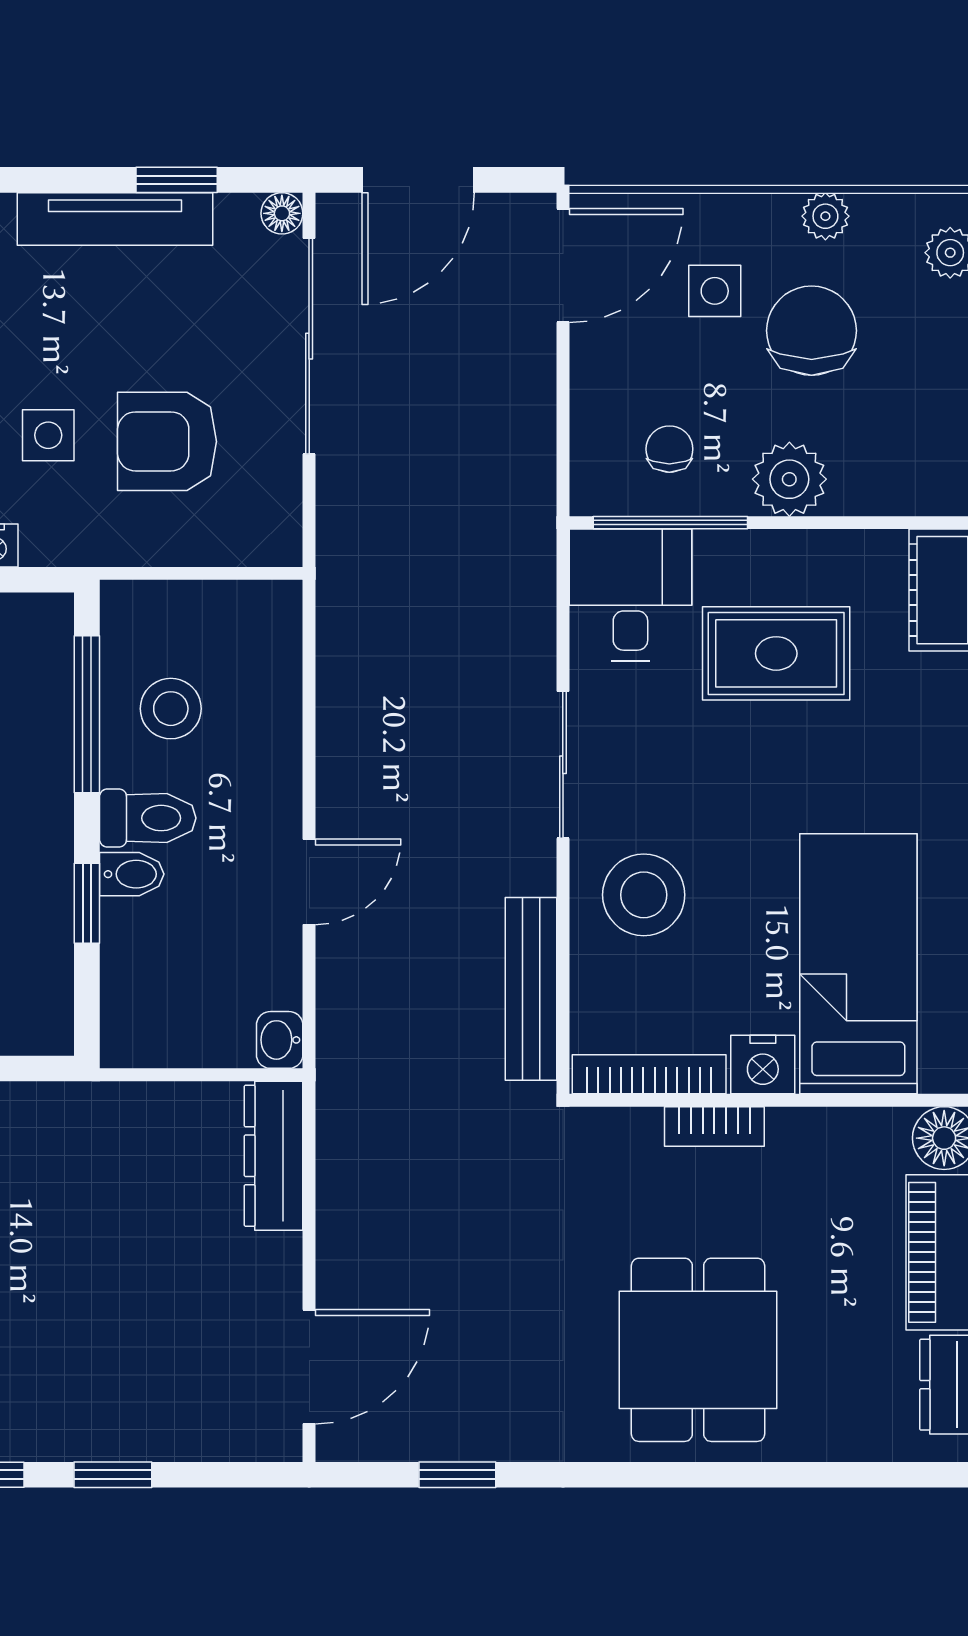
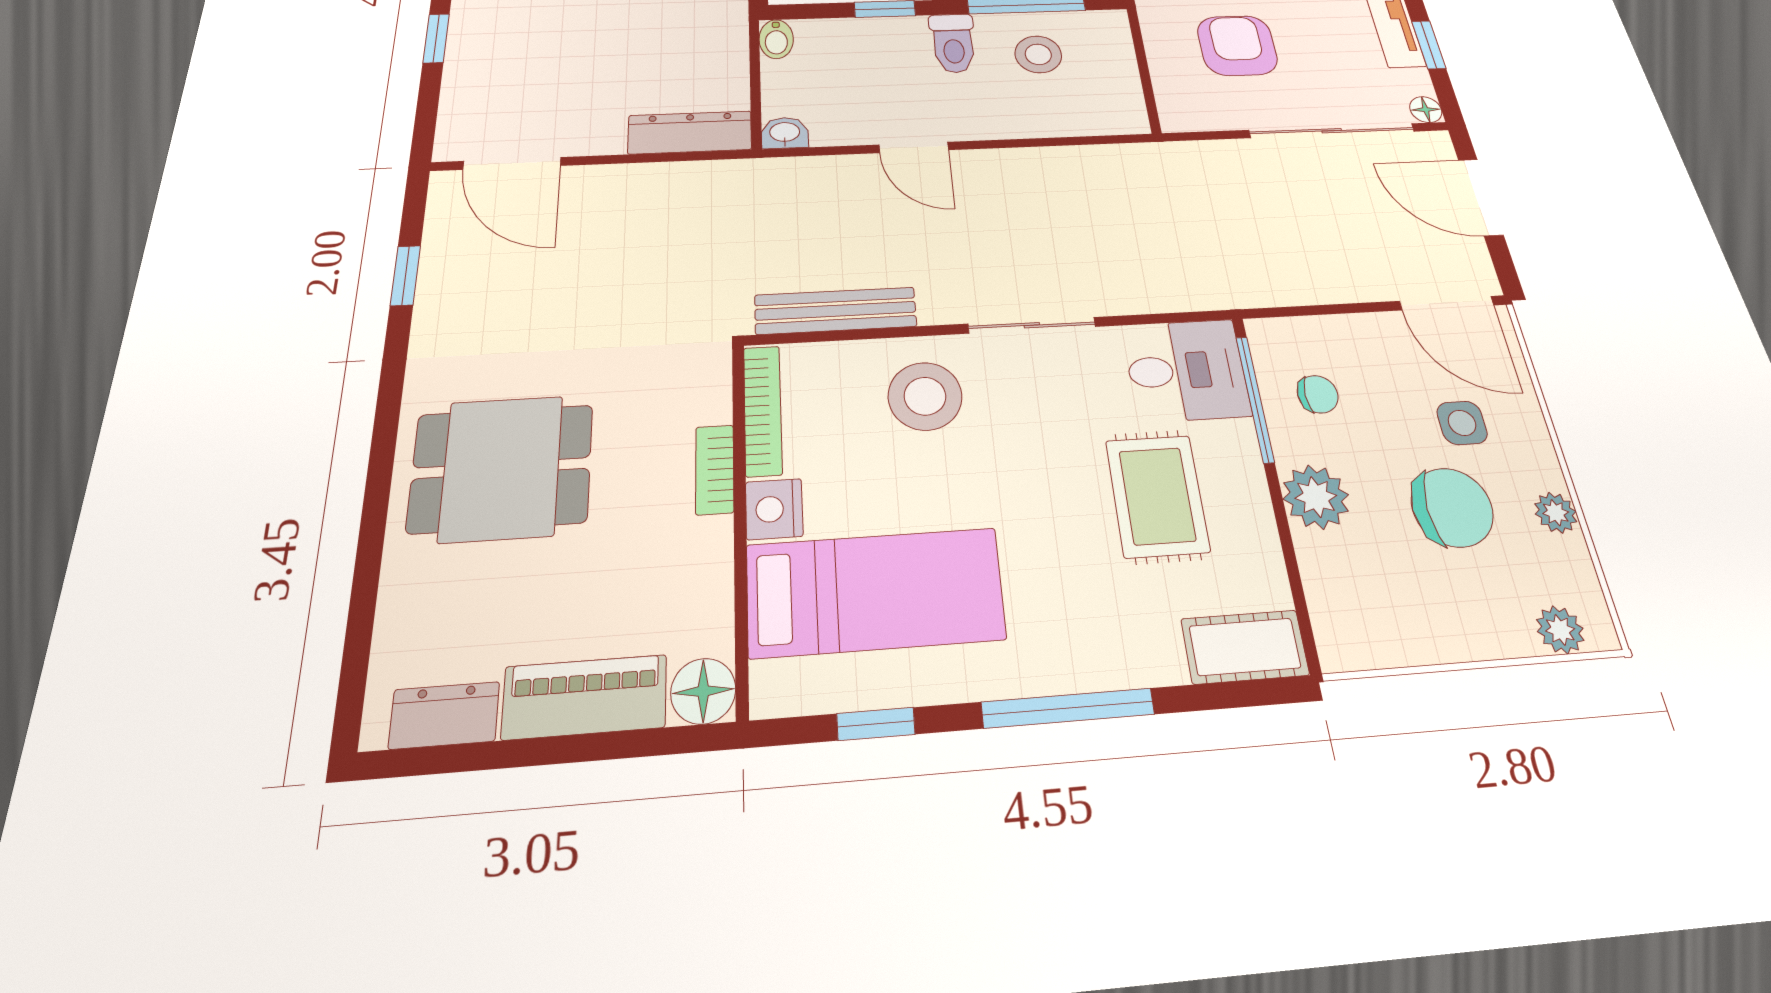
bidet: (132, 874) -> (776, 39), moved

